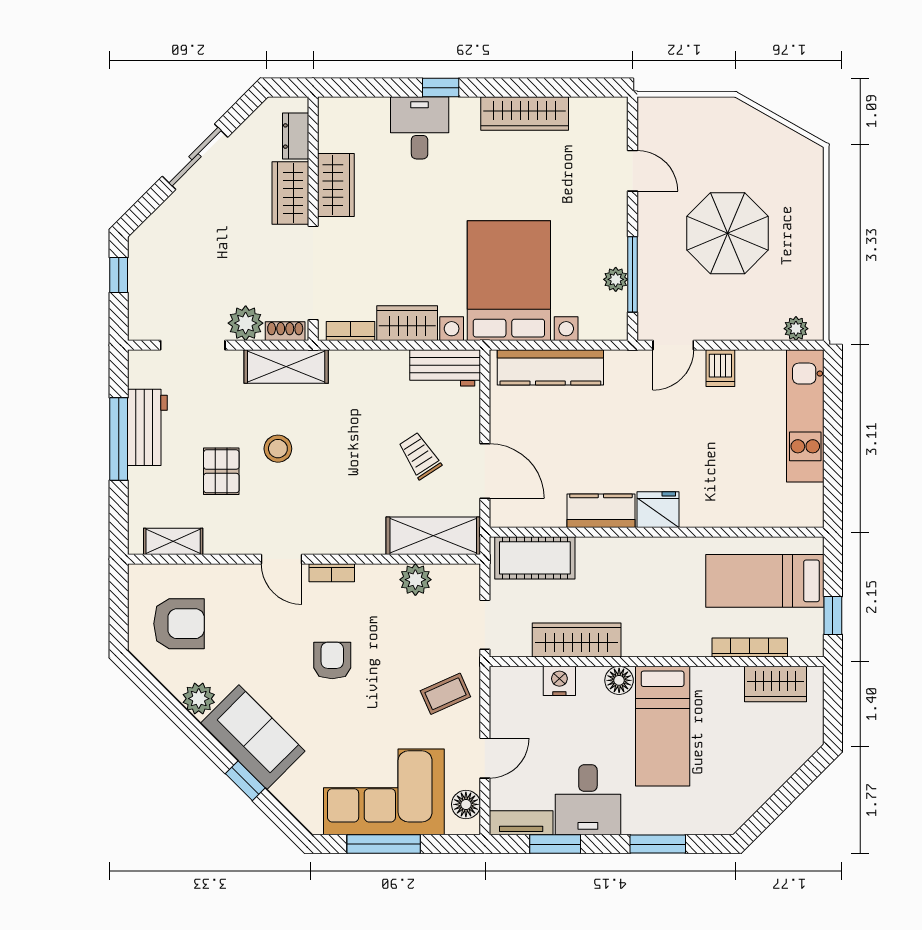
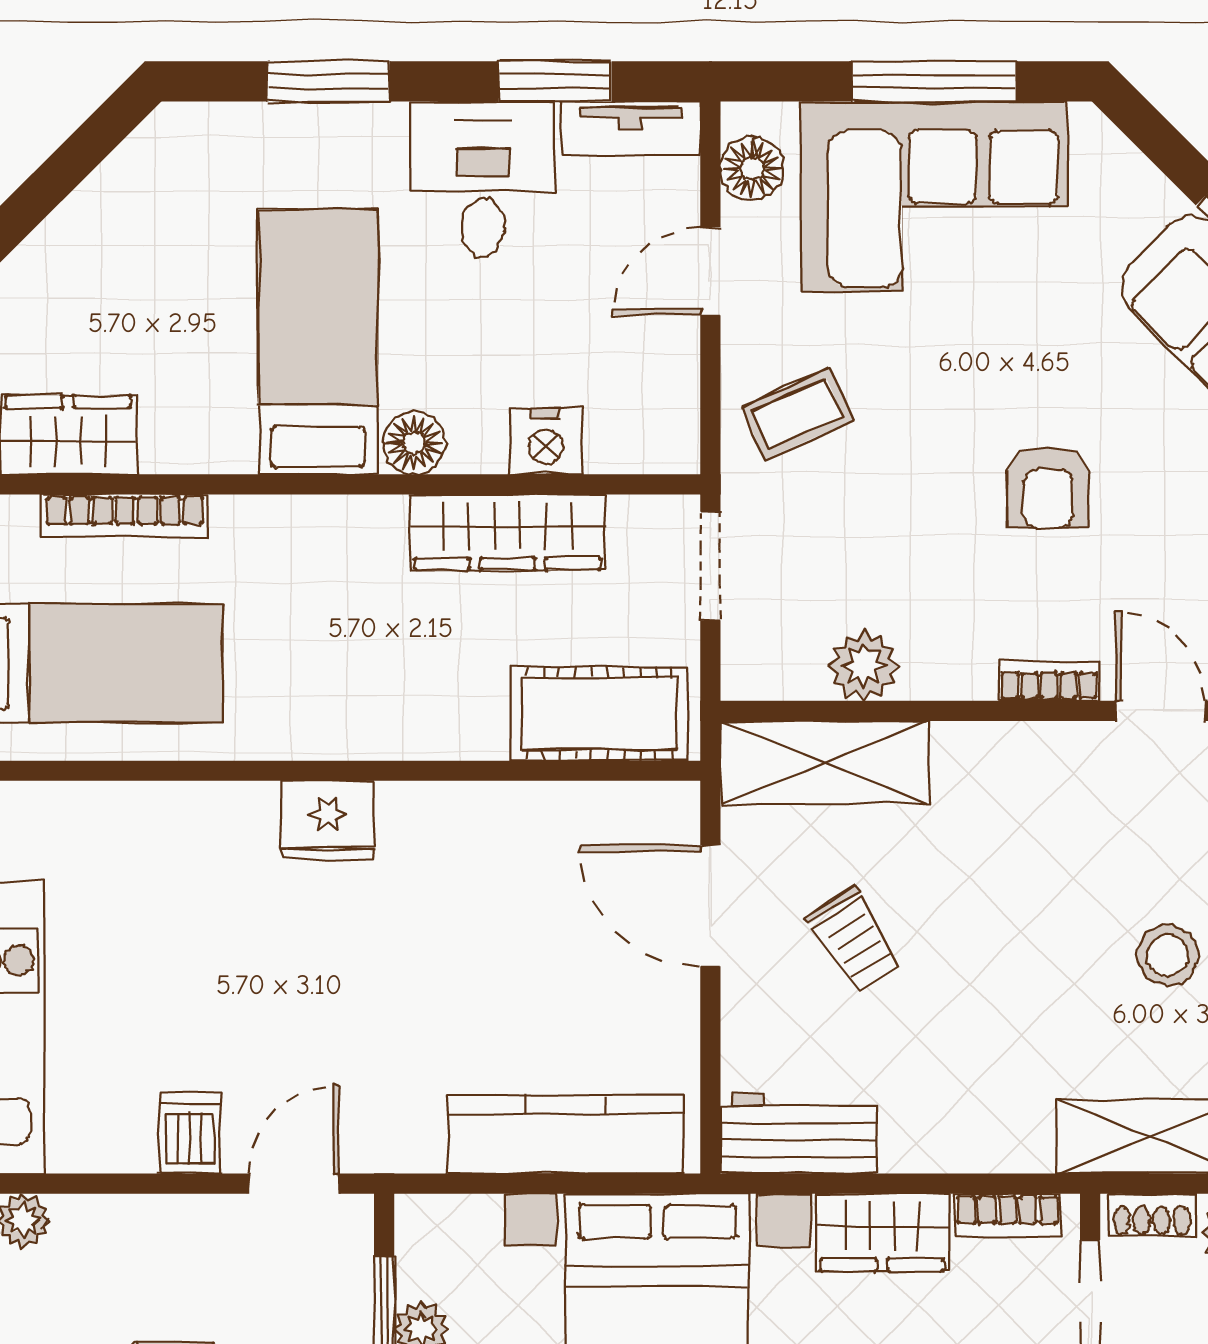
kitchen counter: (601, 511) -> (454, 818), removed

